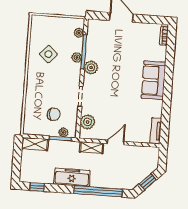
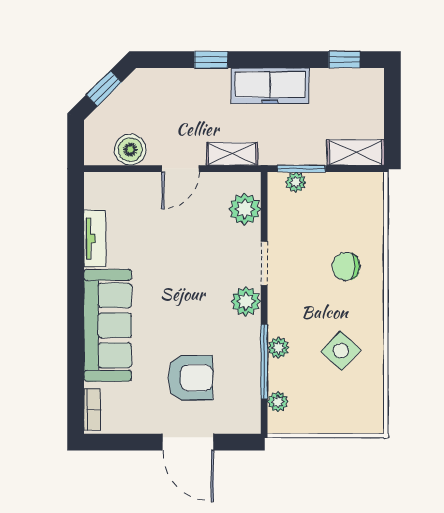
armchair: (118, 47) -> (190, 378), added
plant: (91, 67) -> (246, 301), moved
sofa: (154, 80) -> (108, 325), width x1.36
chair: (54, 114) -> (346, 266), moved
tv unit: (156, 131) -> (95, 238), moved
boiler: (138, 153) -> (130, 150), added
window: (98, 191) -> (211, 60), width x0.32

